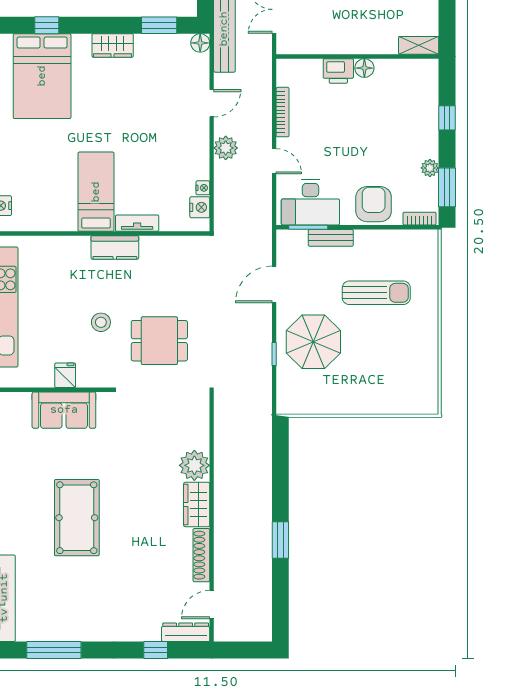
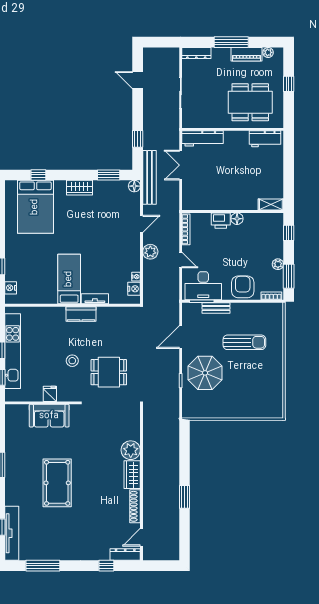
shelving: (419, 45) -> (271, 205), moved
wall: (357, 56) -> (233, 211), moved
floor lamp: (364, 68) -> (237, 219), moved
printer: (338, 71) -> (221, 221), moved

